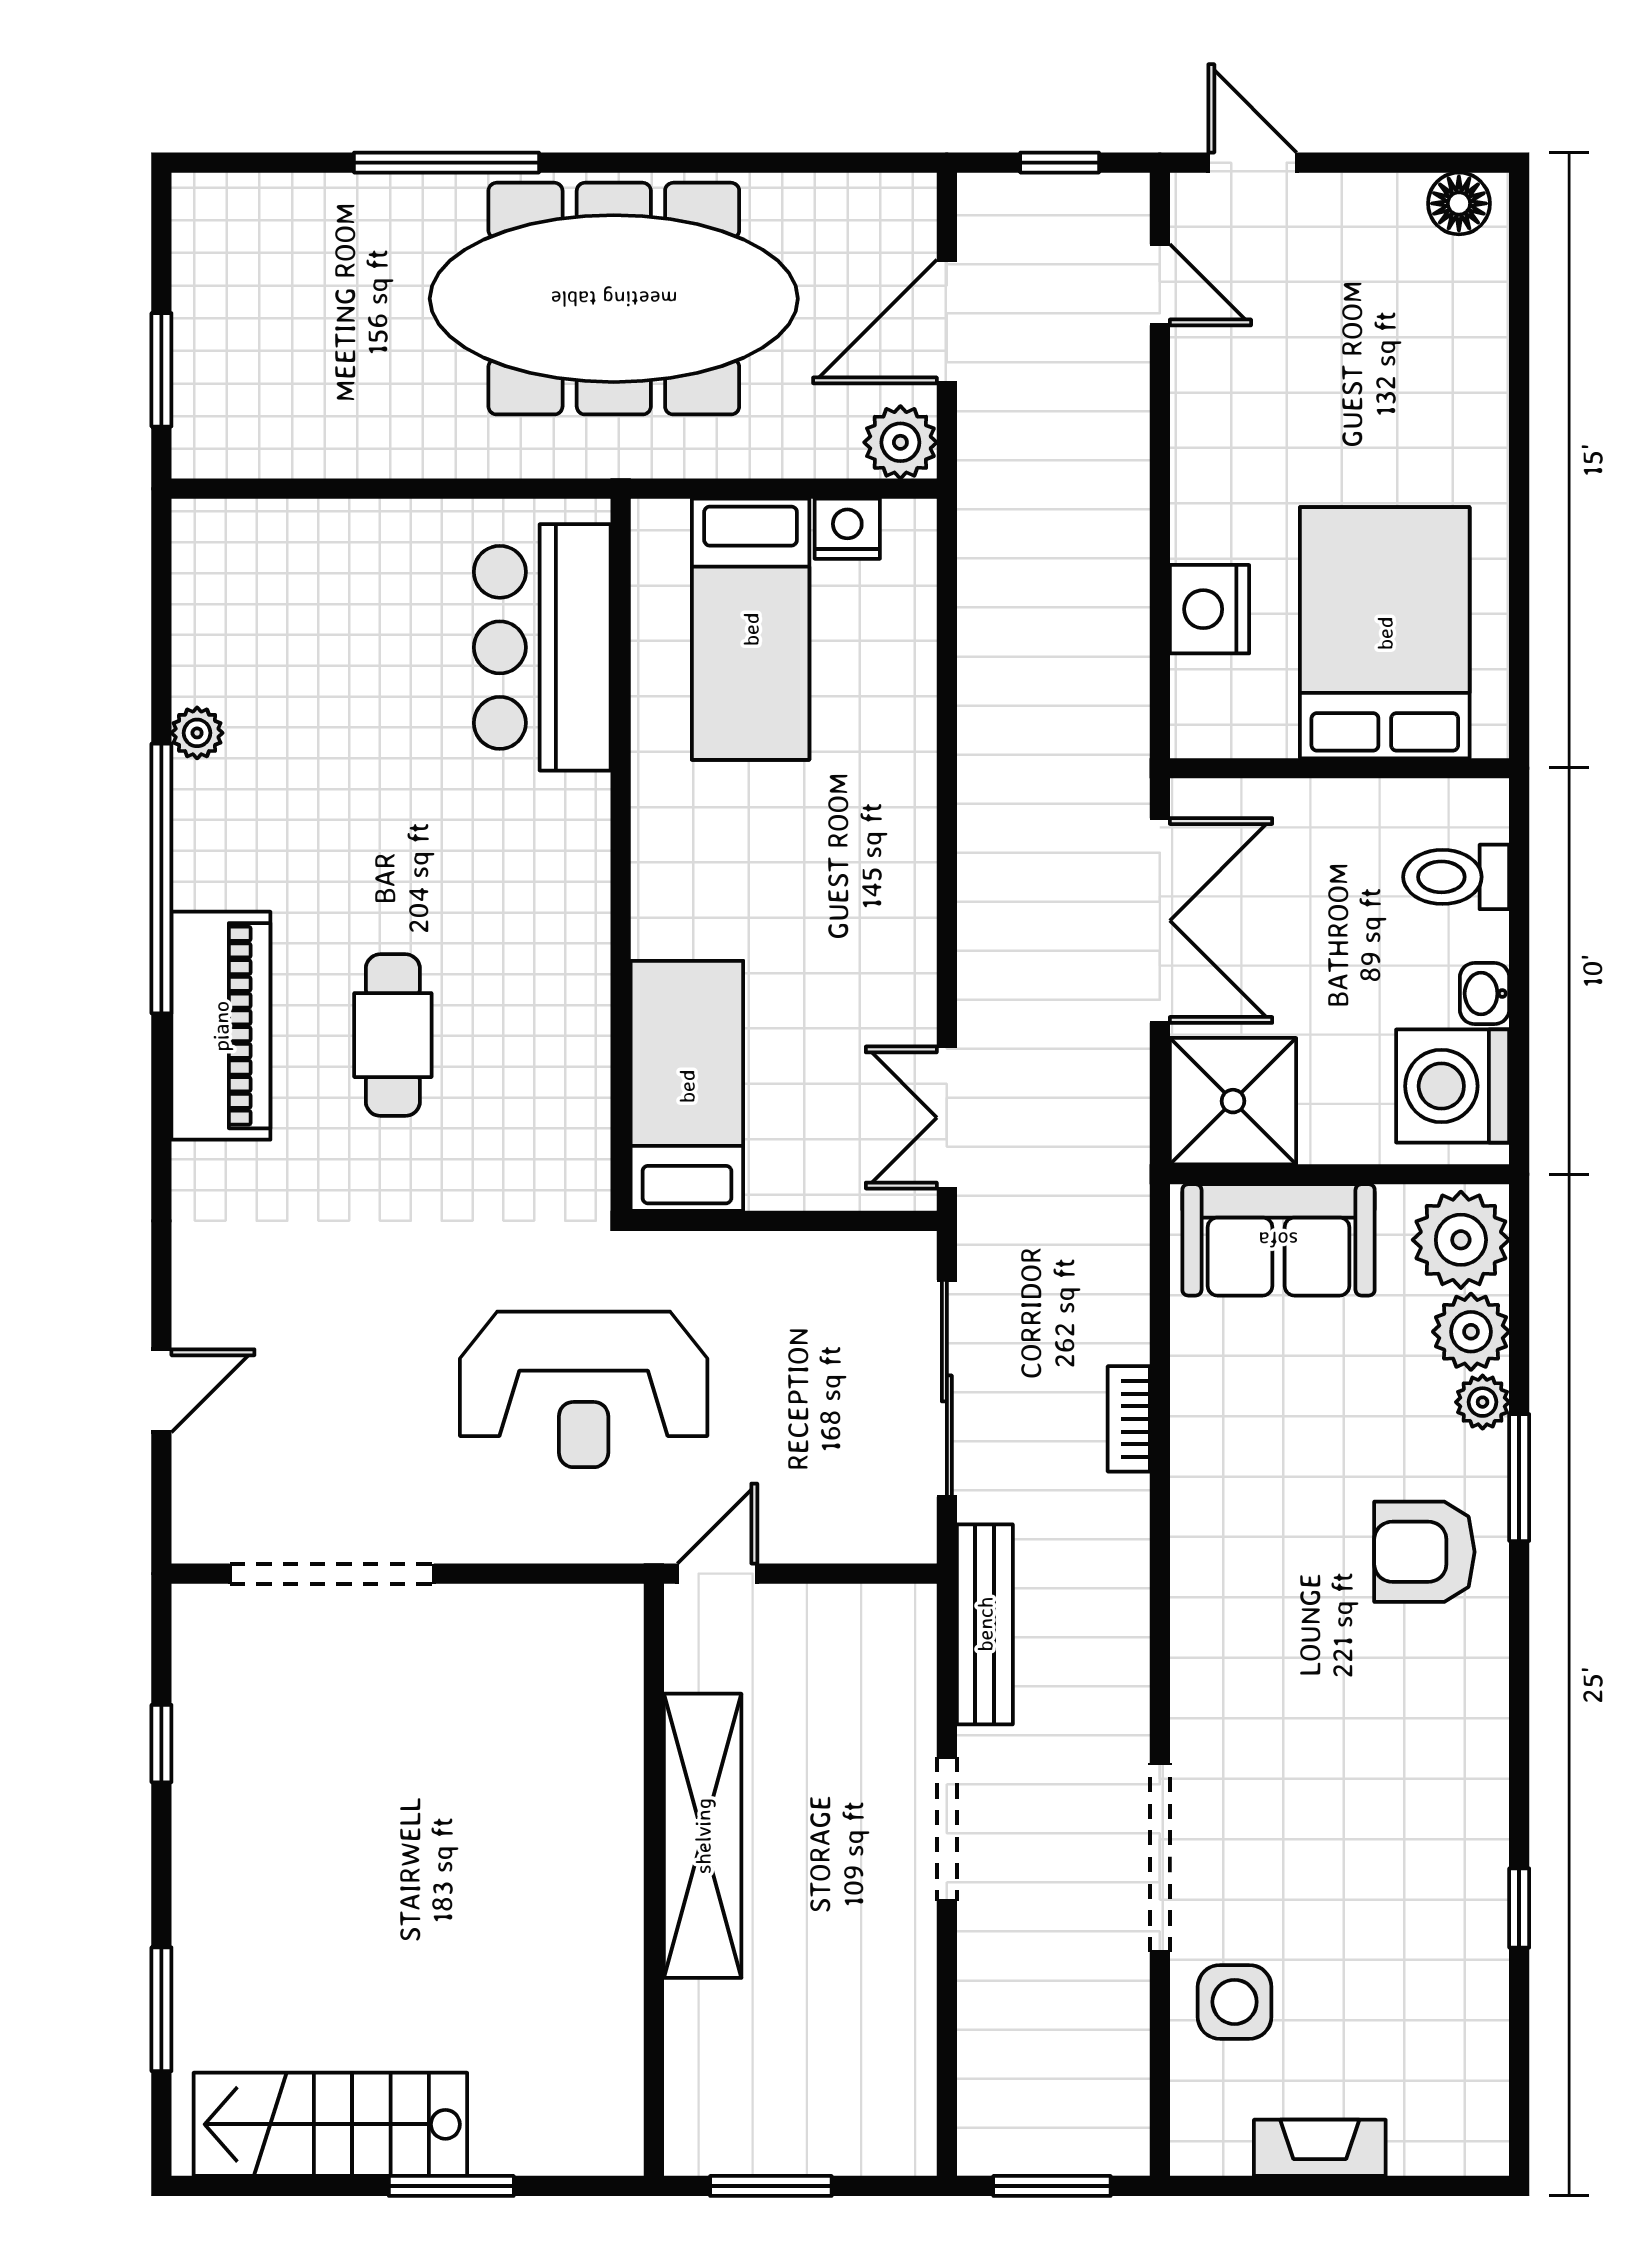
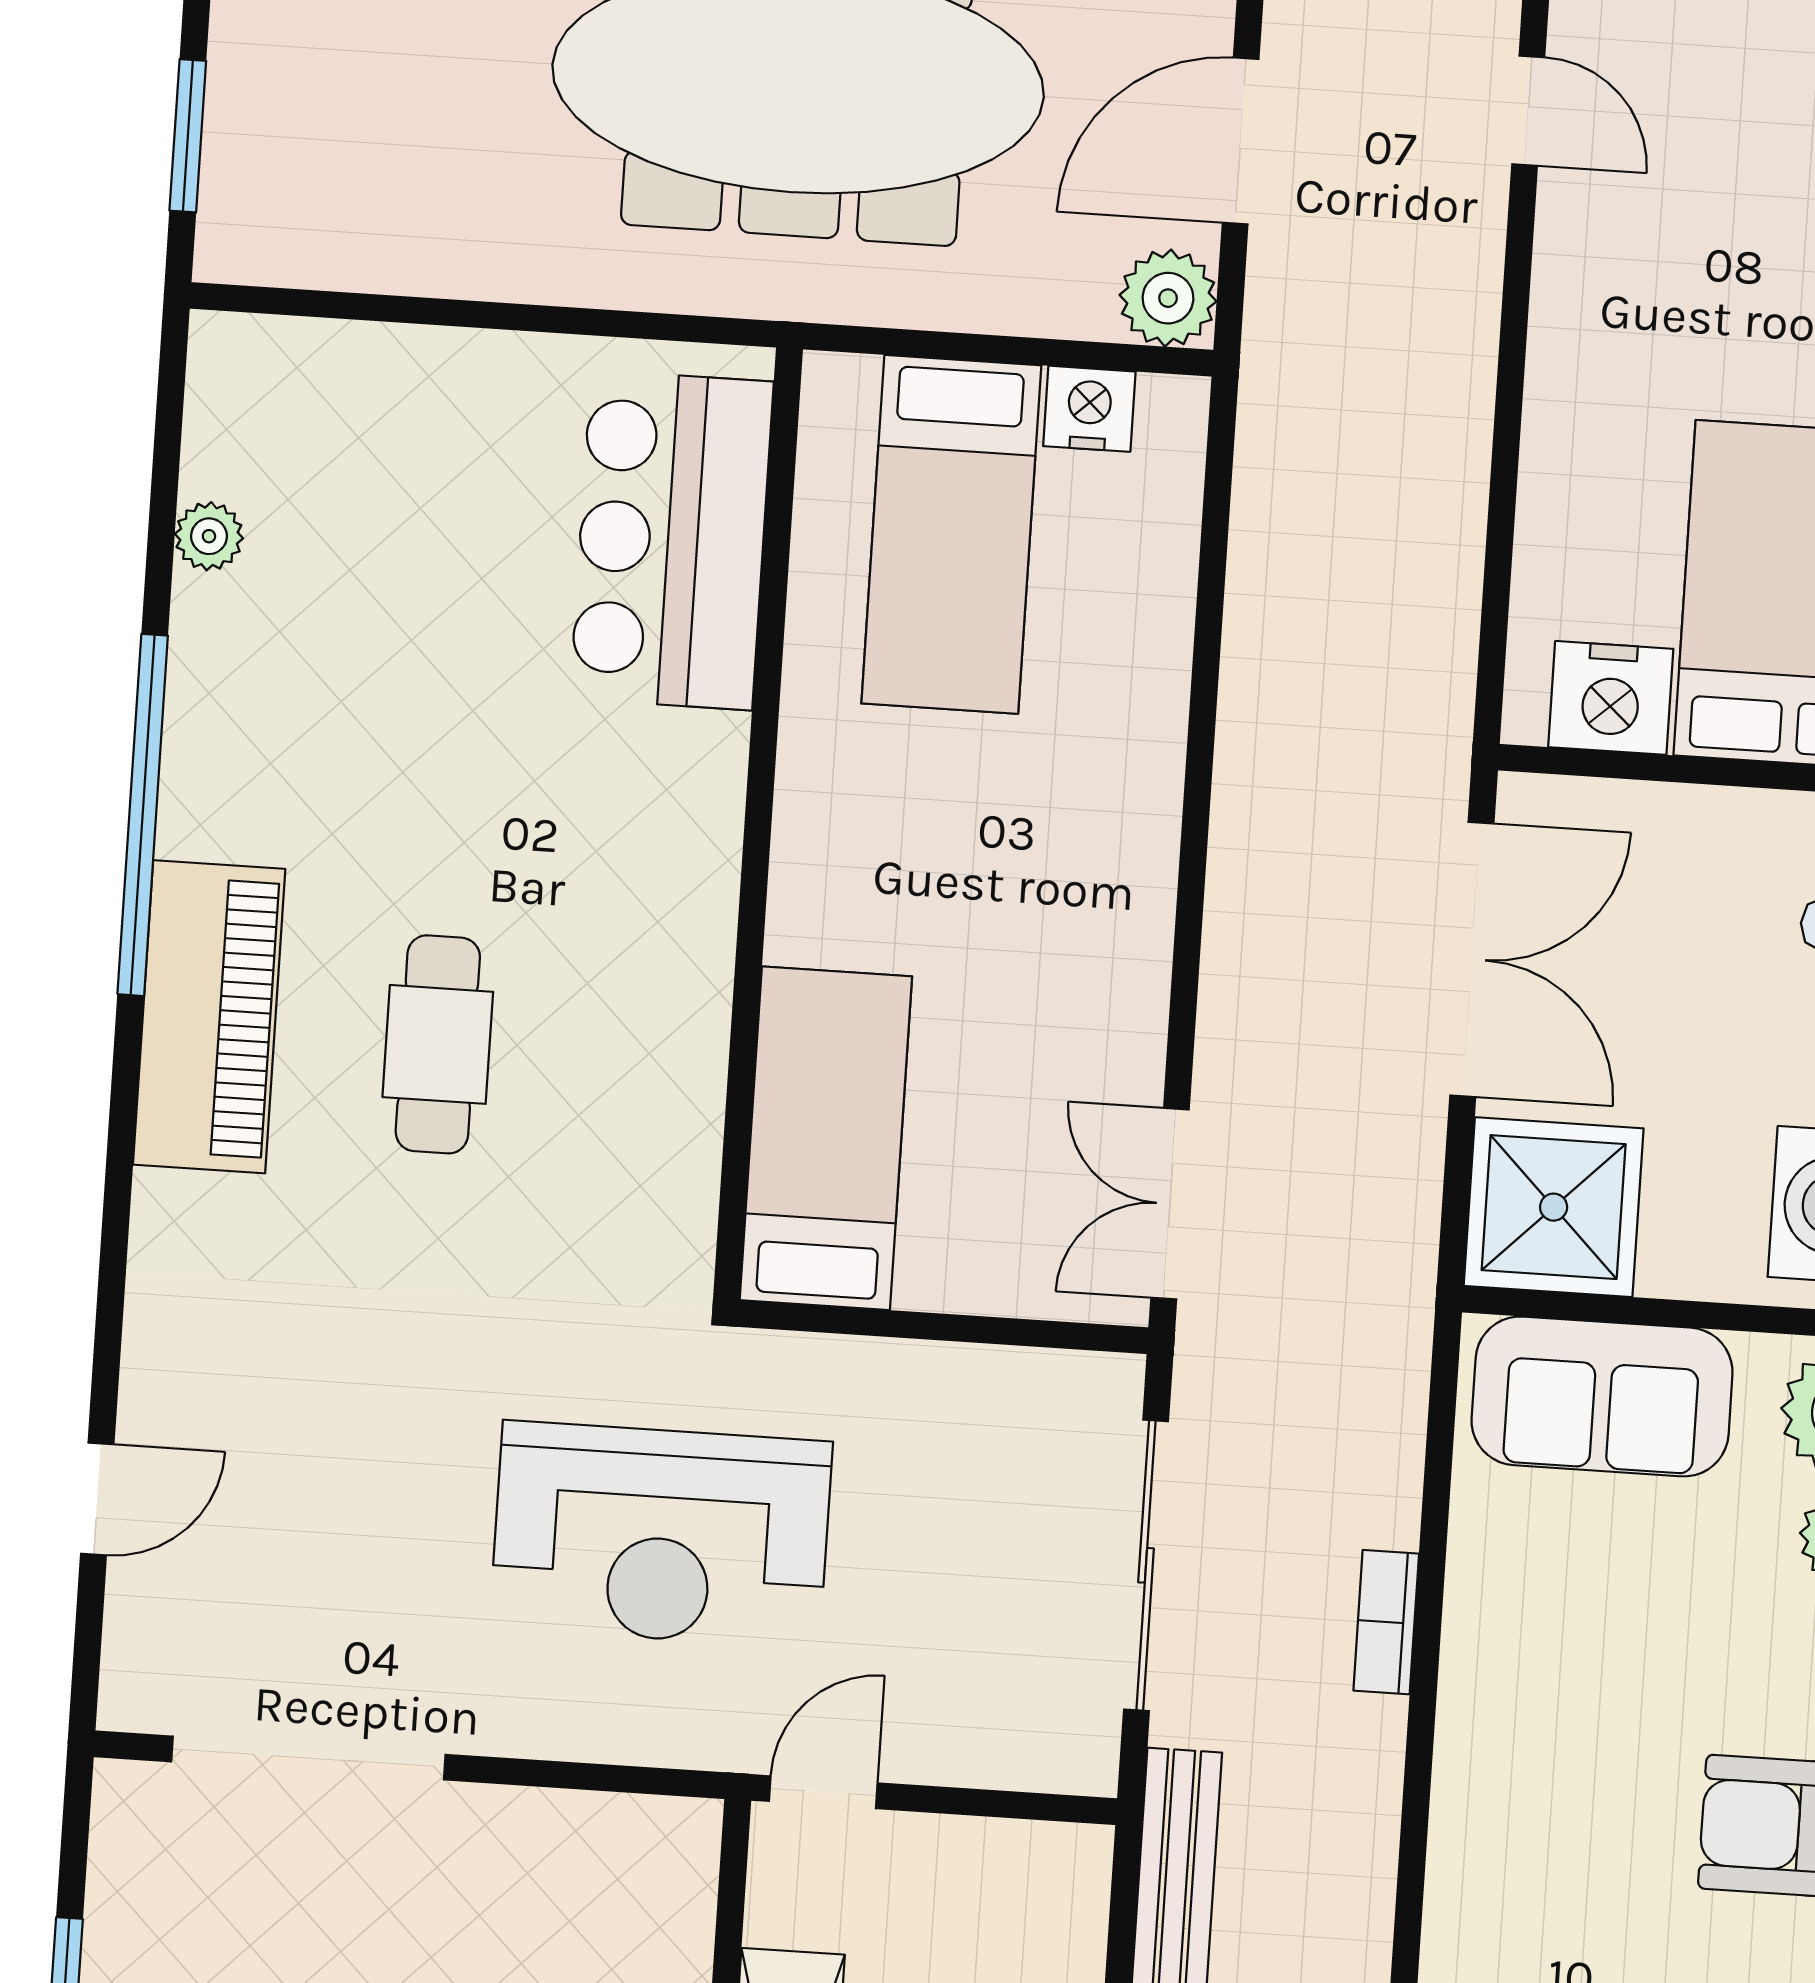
nightstand: (1209, 609) -> (1611, 698), moved, turned -90
plant: (197, 733) -> (209, 536), moved

